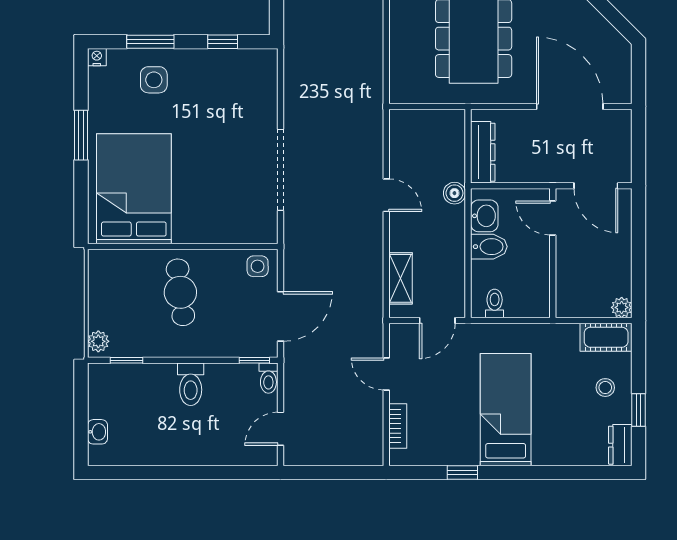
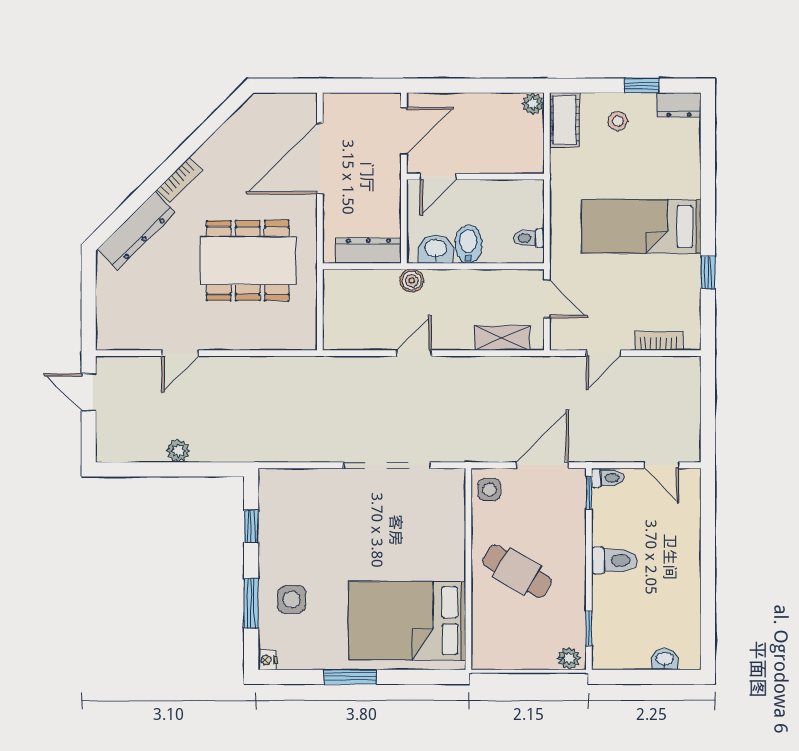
cafe table: (180, 292) -> (517, 571), turned 38
door: (280, 316) -> (542, 465), hinge flipped

